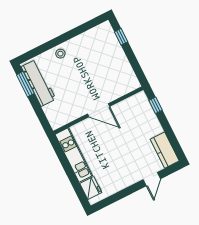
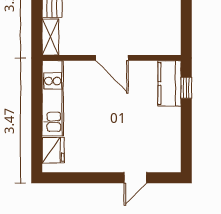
shelving: (53, 117) -> (50, 37), added
kitchen counter: (165, 150) -> (170, 83), moved

